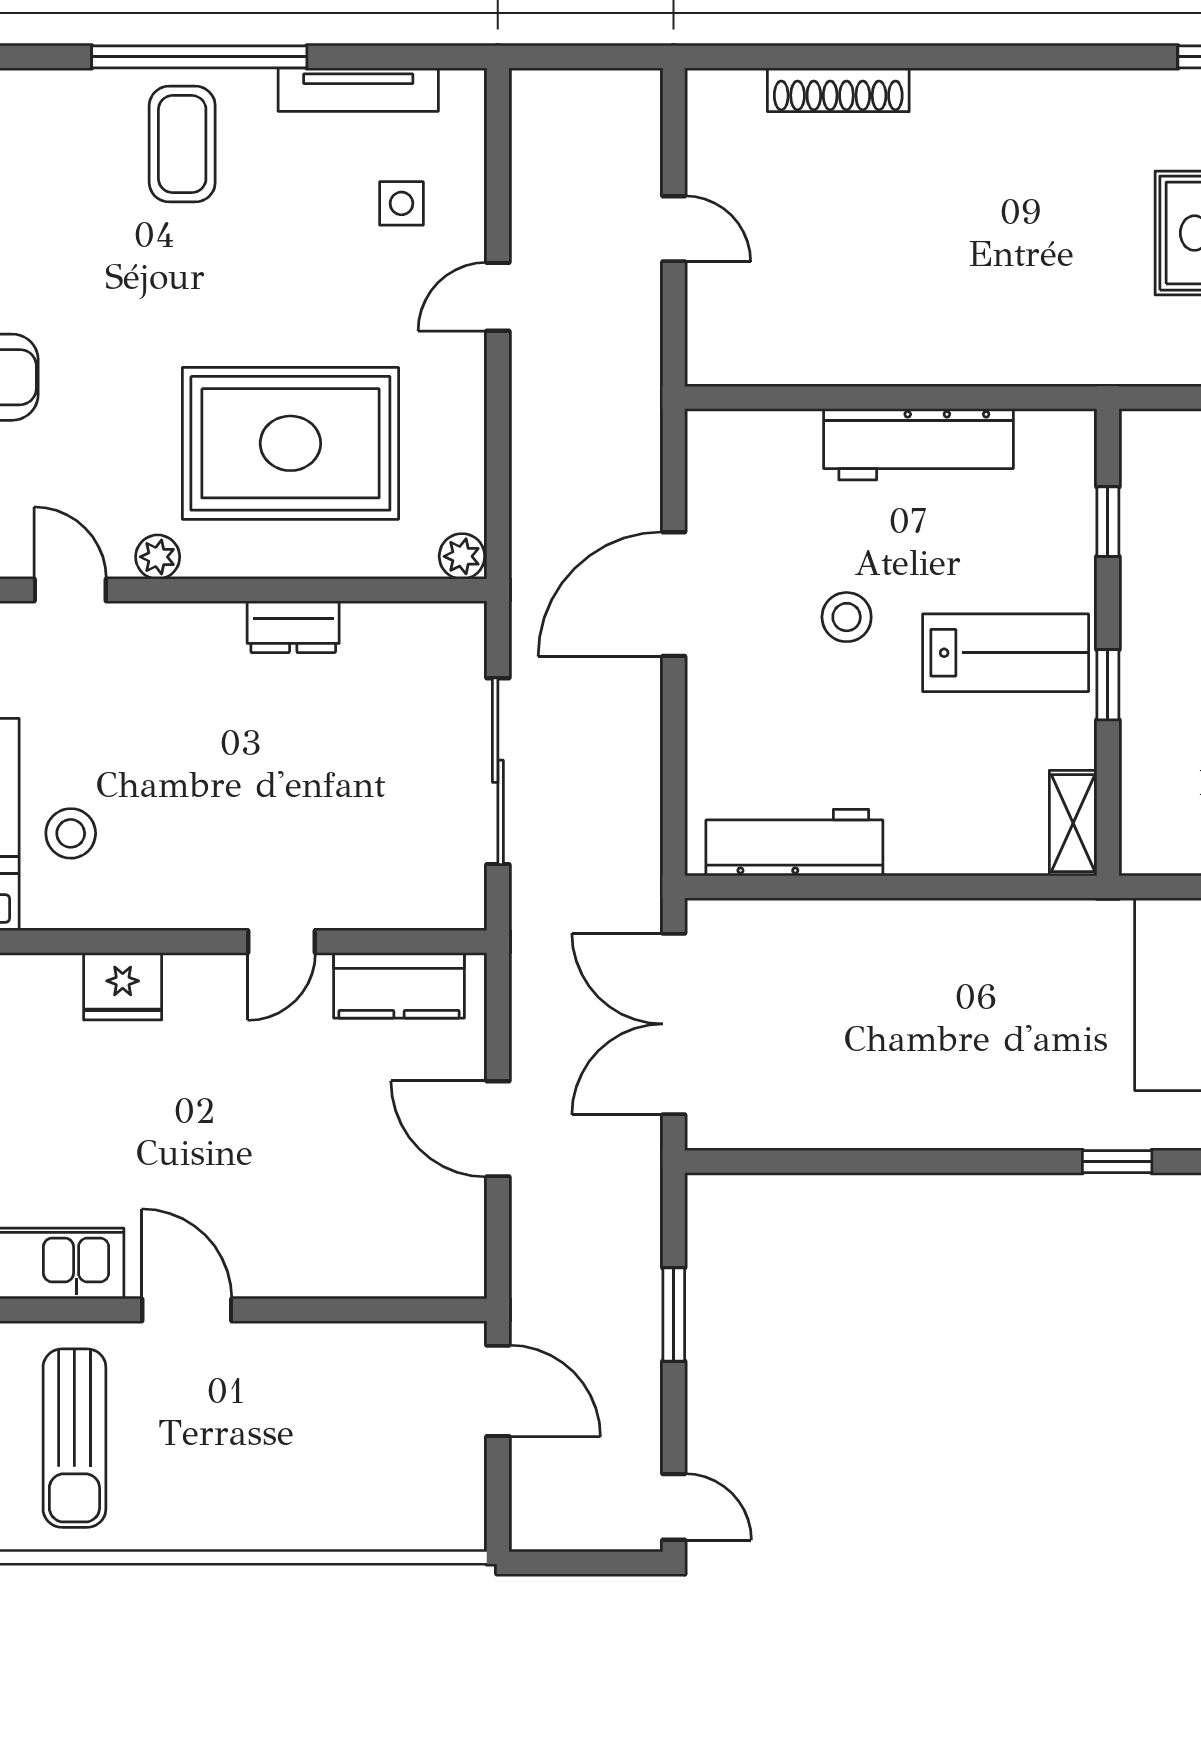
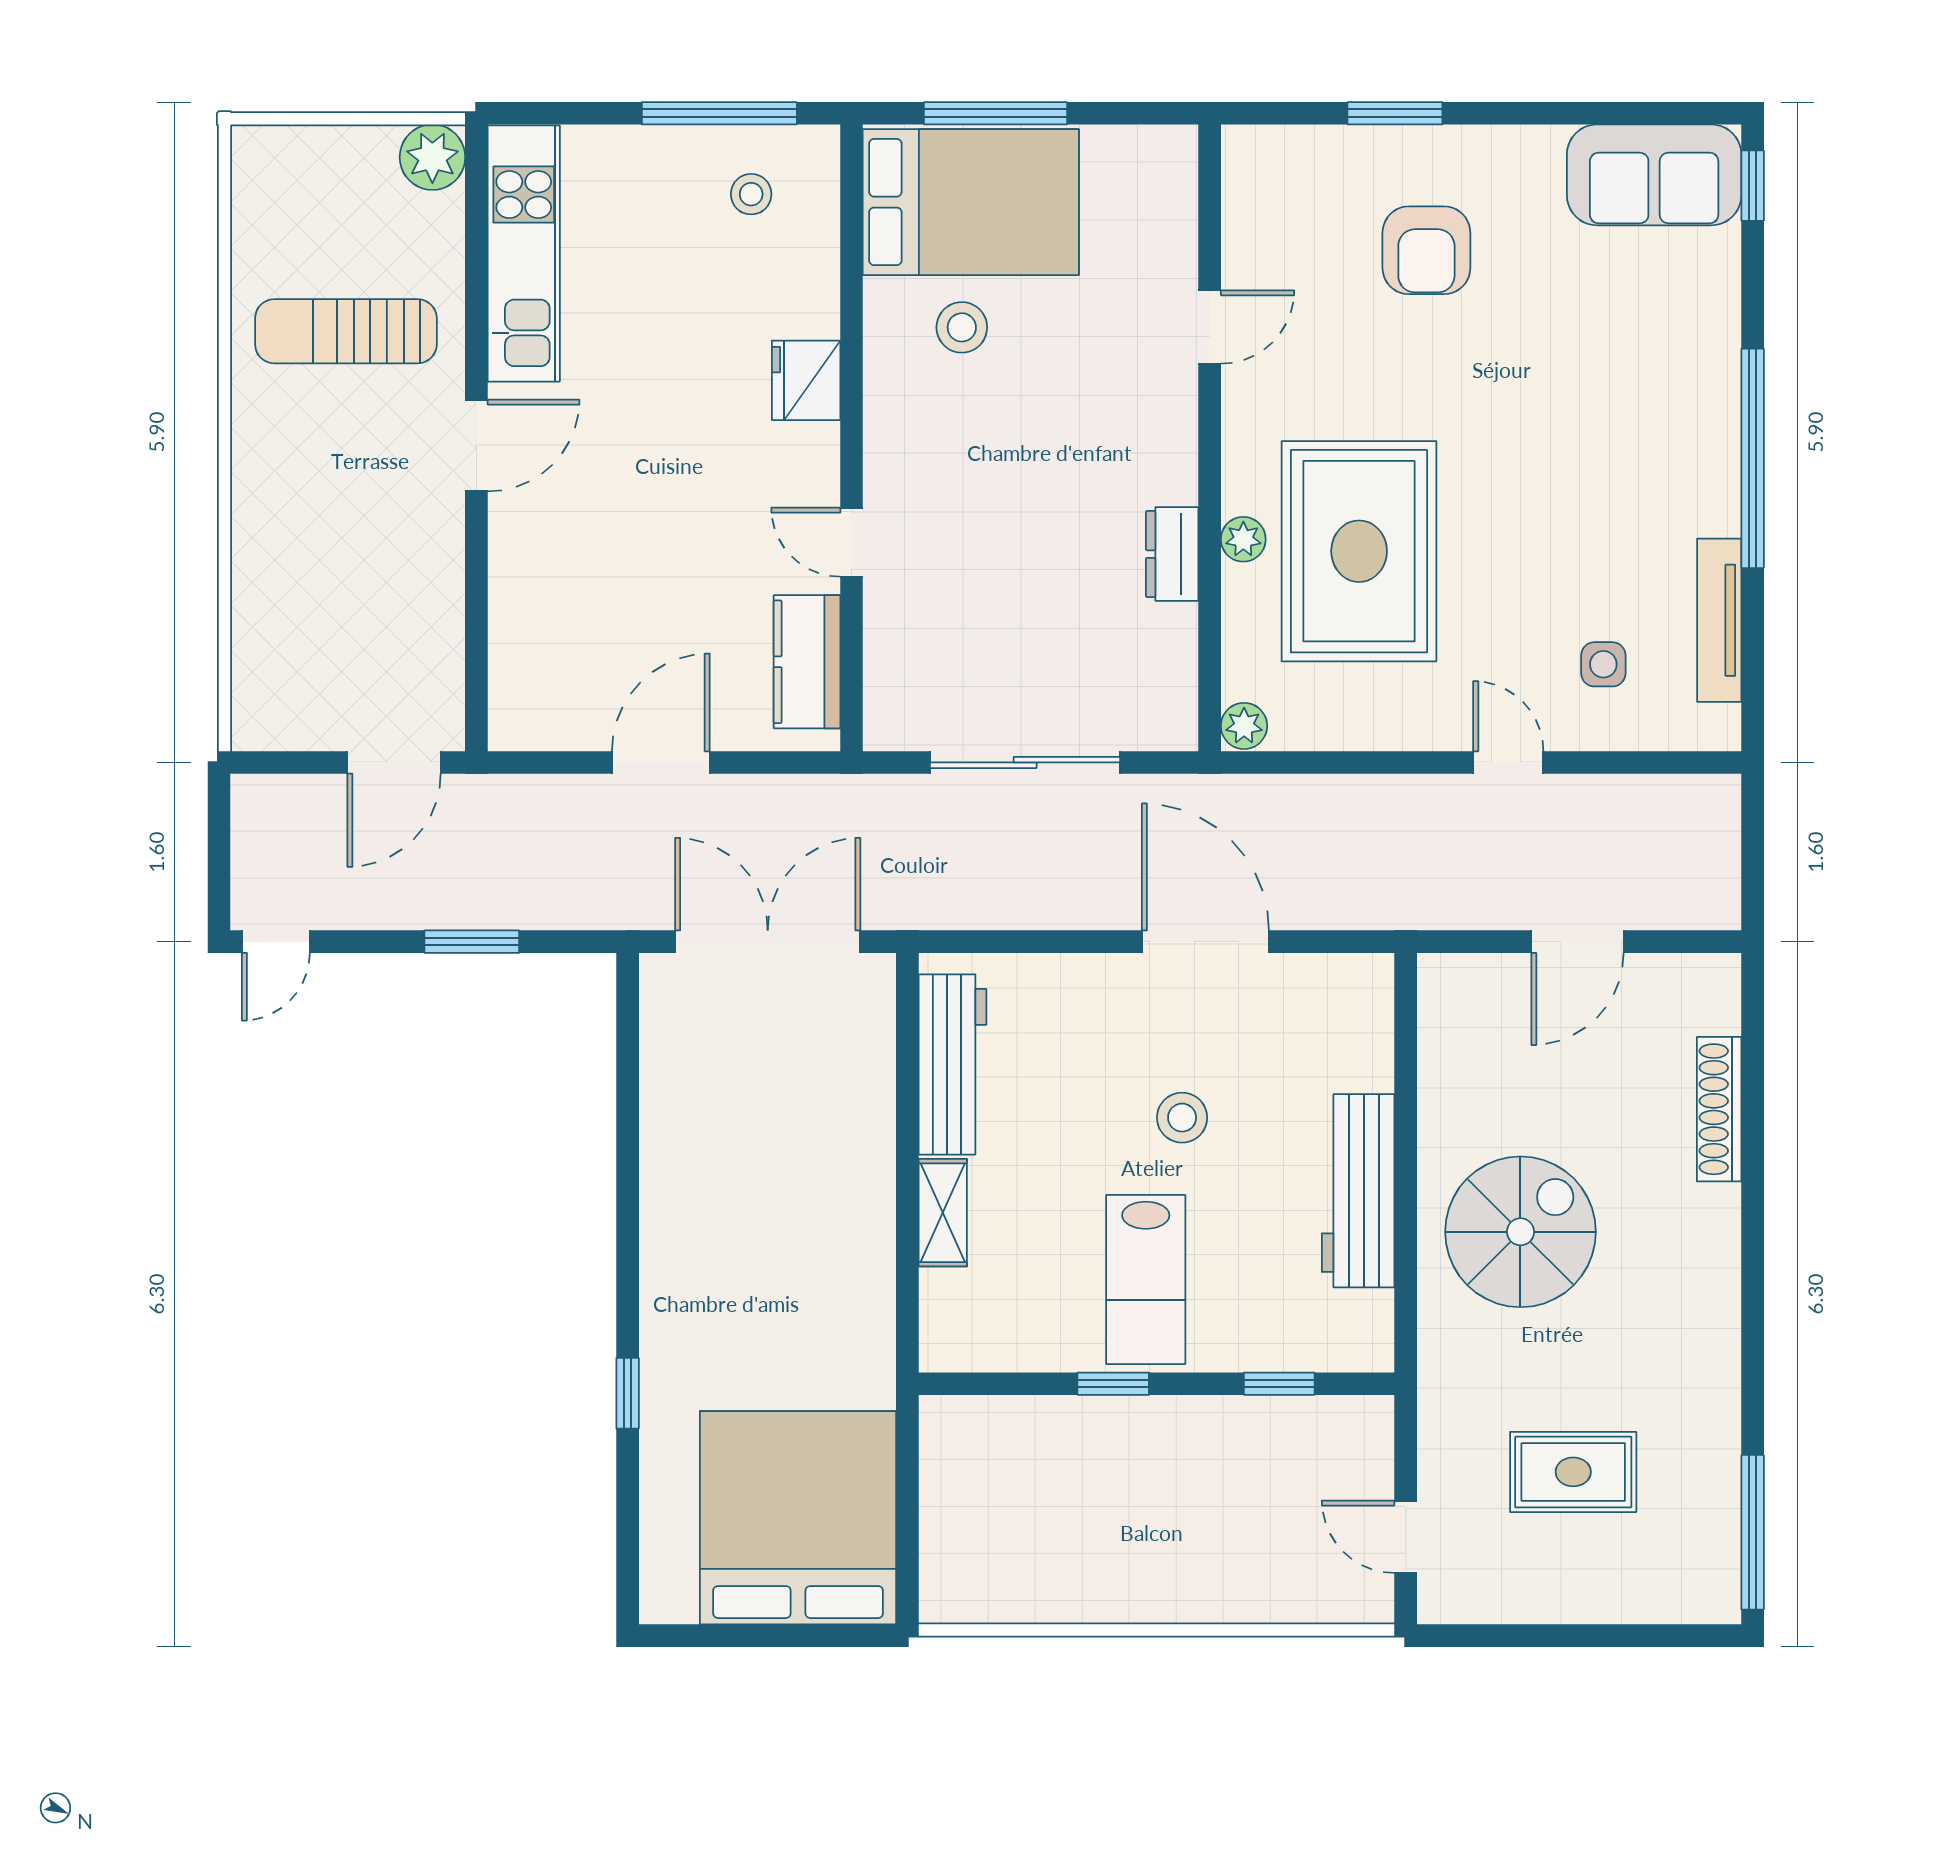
coffee table: (182, 144) -> (1664, 441), removed
door: (674, 229) -> (1577, 942), width x1.38
spiral stairs: (959, 285) -> (1520, 1232), added
plant: (158, 557) -> (1243, 539), moved
shelving: (1073, 823) -> (943, 1213), moved, turned 90

